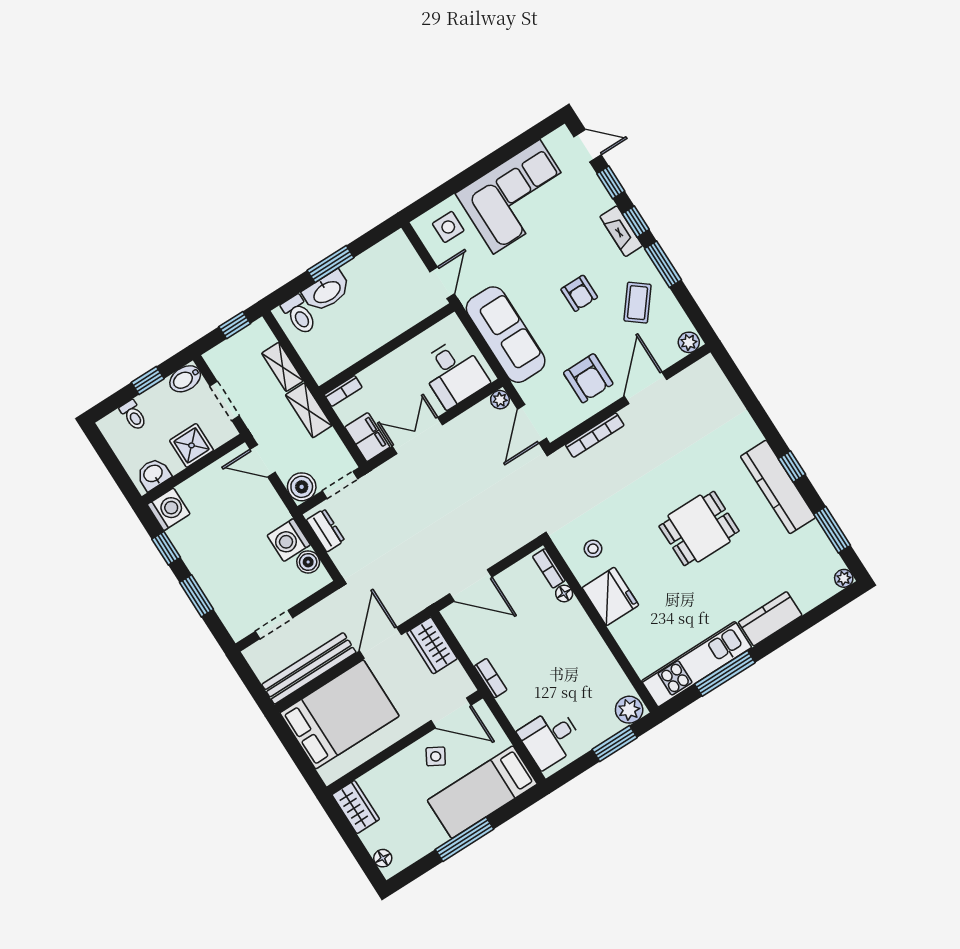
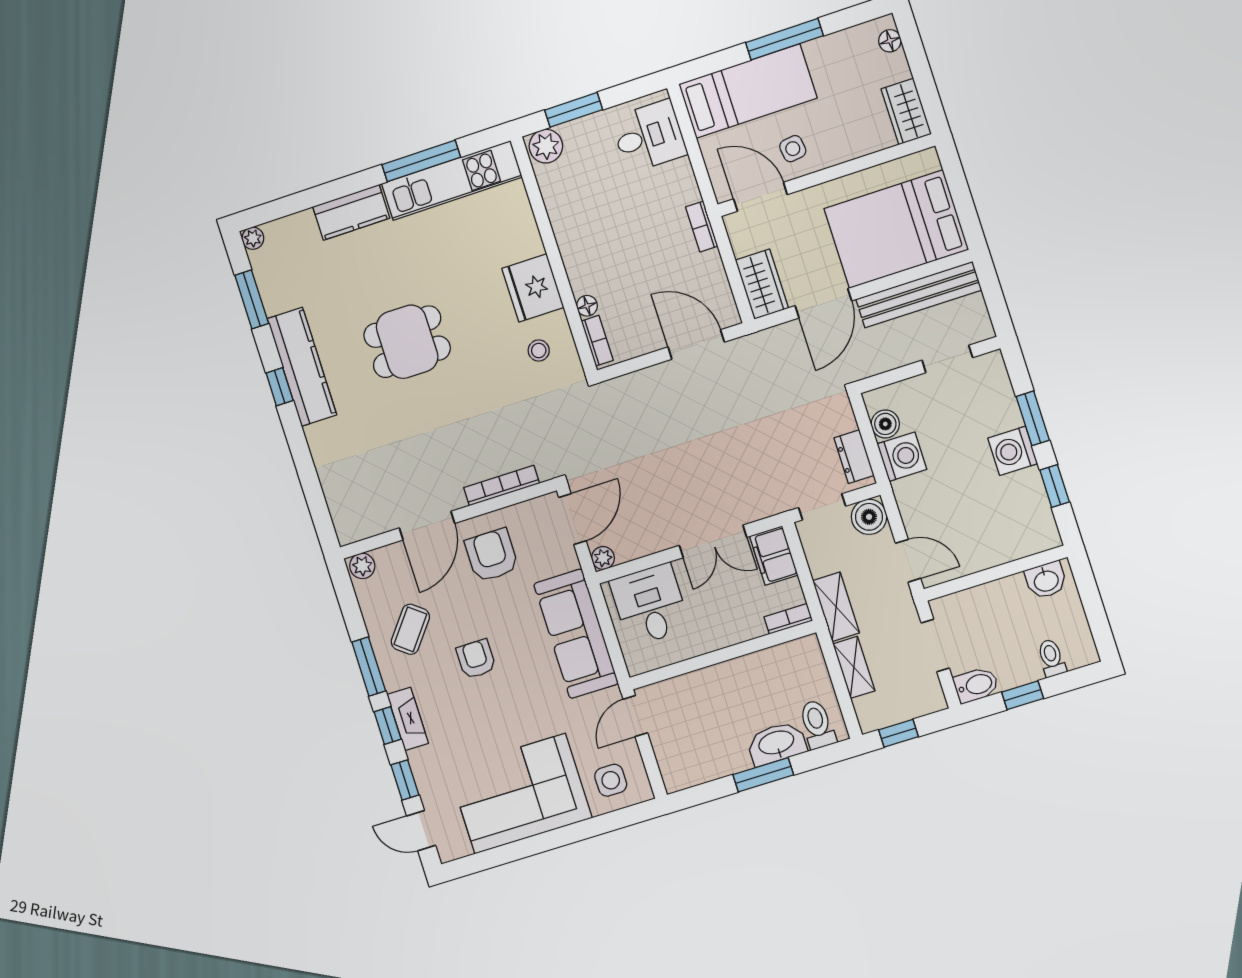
shower: (191, 445) -> (990, 603), removed
washing machine: (169, 509) -> (1013, 451), moved
side table: (436, 756) -> (793, 149), turned -38

